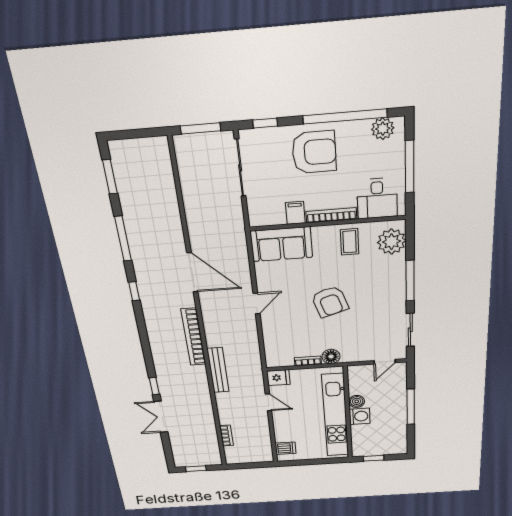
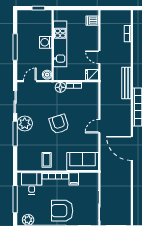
plant: (392, 242) -> (25, 123), moved
boiler: (357, 401) -> (47, 75), moved
kitchen unit: (335, 416) -> (60, 44), width x0.73

